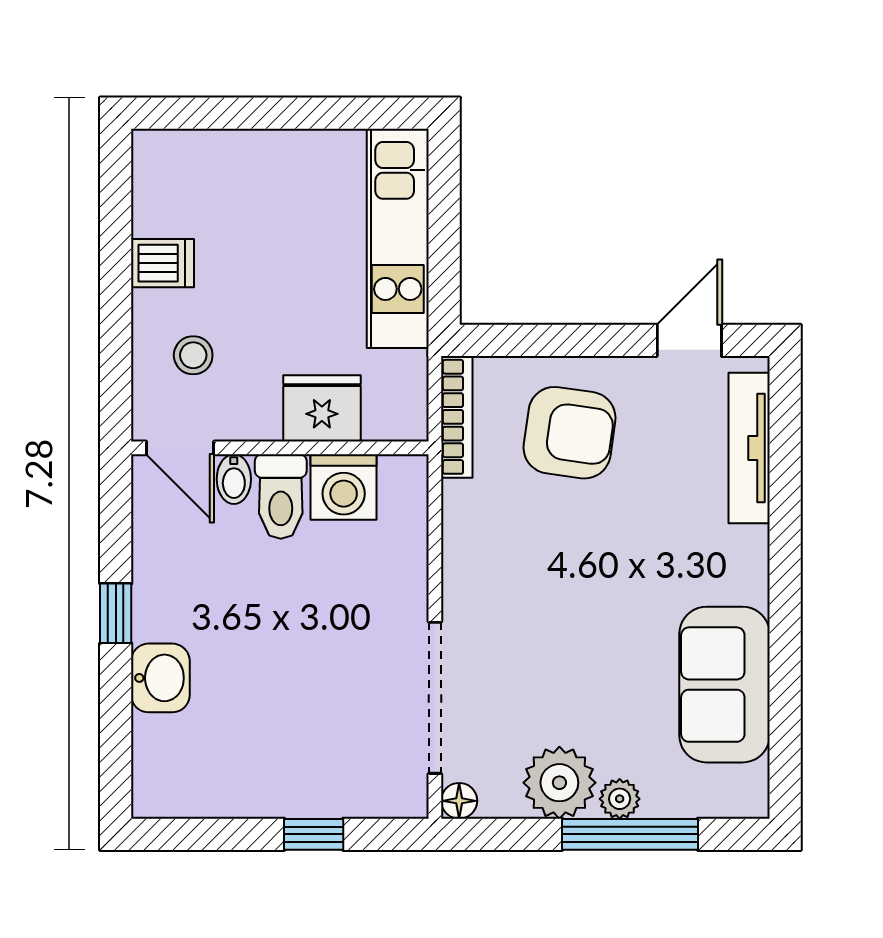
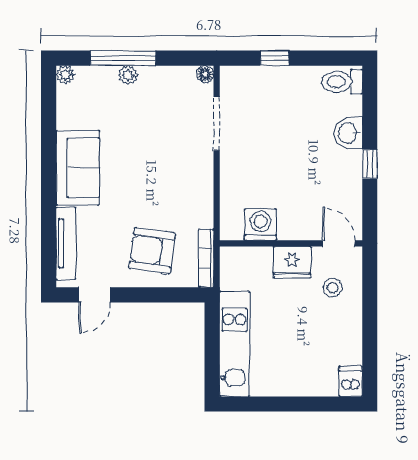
dishwasher: (163, 263) -> (351, 381), moved, turned 90
fridge: (322, 408) -> (292, 262), moved
bidet: (234, 479) -> (313, 228), removed
toilet: (281, 497) -> (342, 82), moved, turned -90
sofa: (725, 685) -> (78, 168), moved
doorway: (435, 698) -> (217, 124), width x0.73
plant: (559, 783) -> (65, 75), moved, width x0.53, depth x0.53

